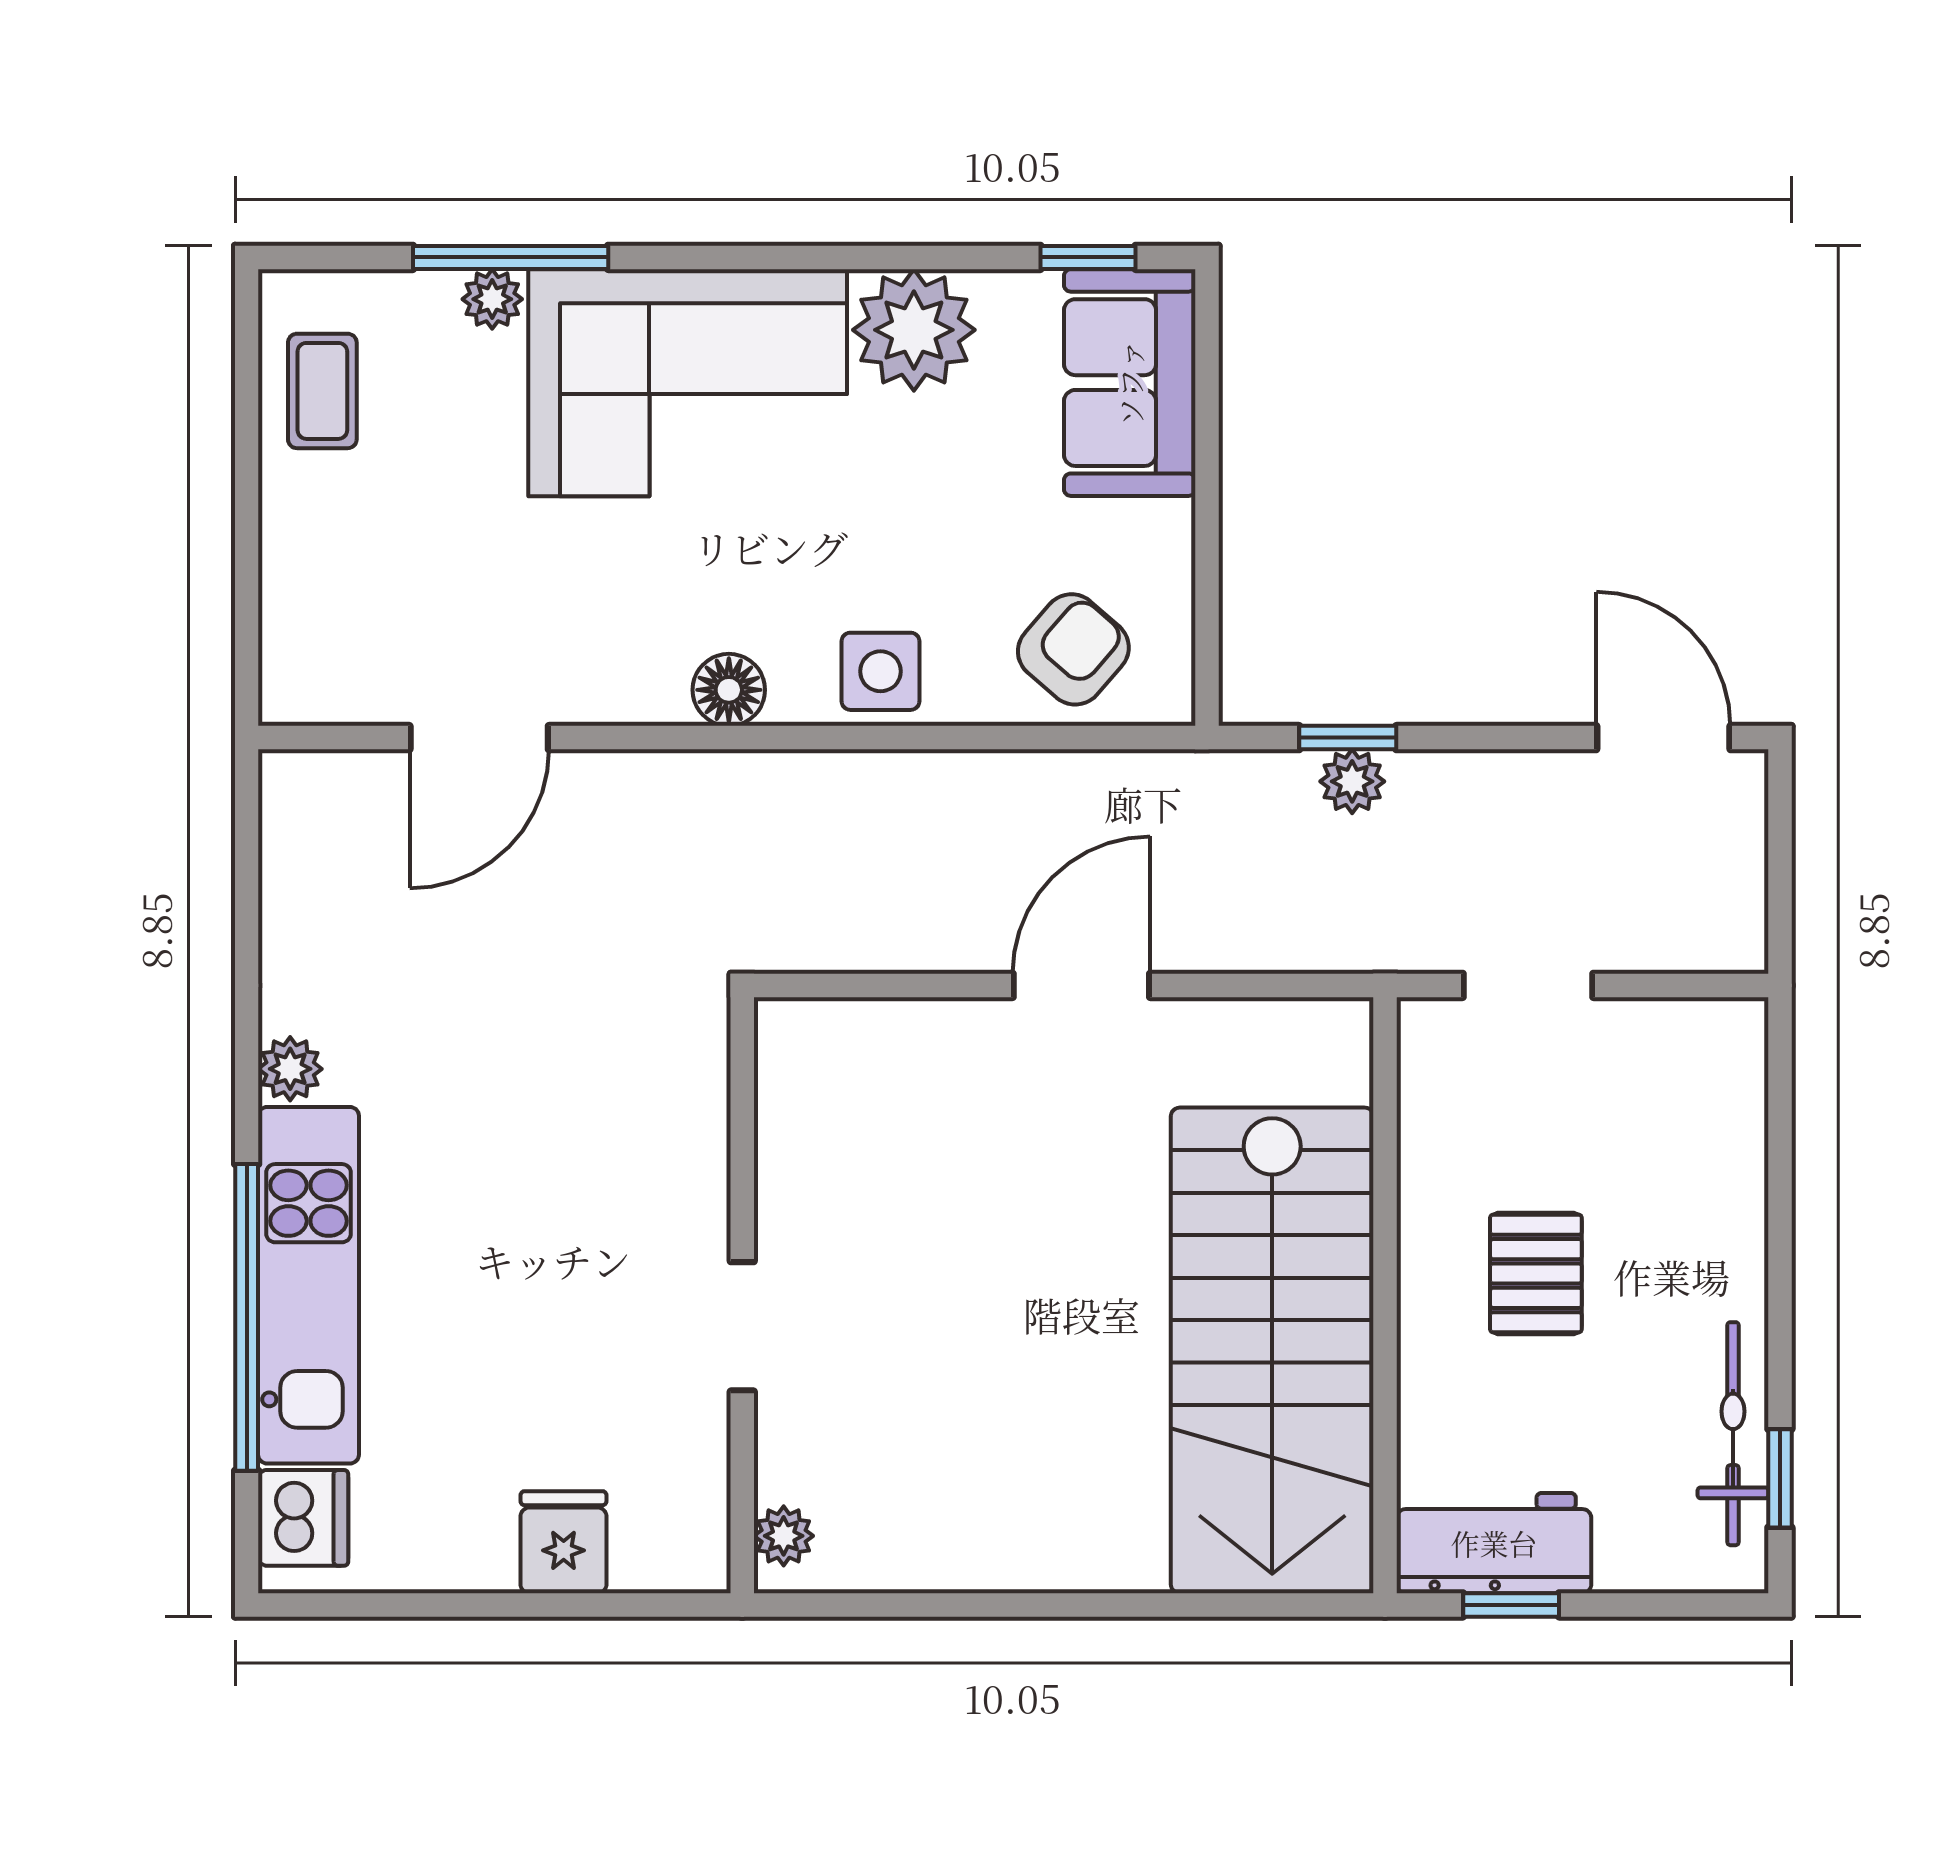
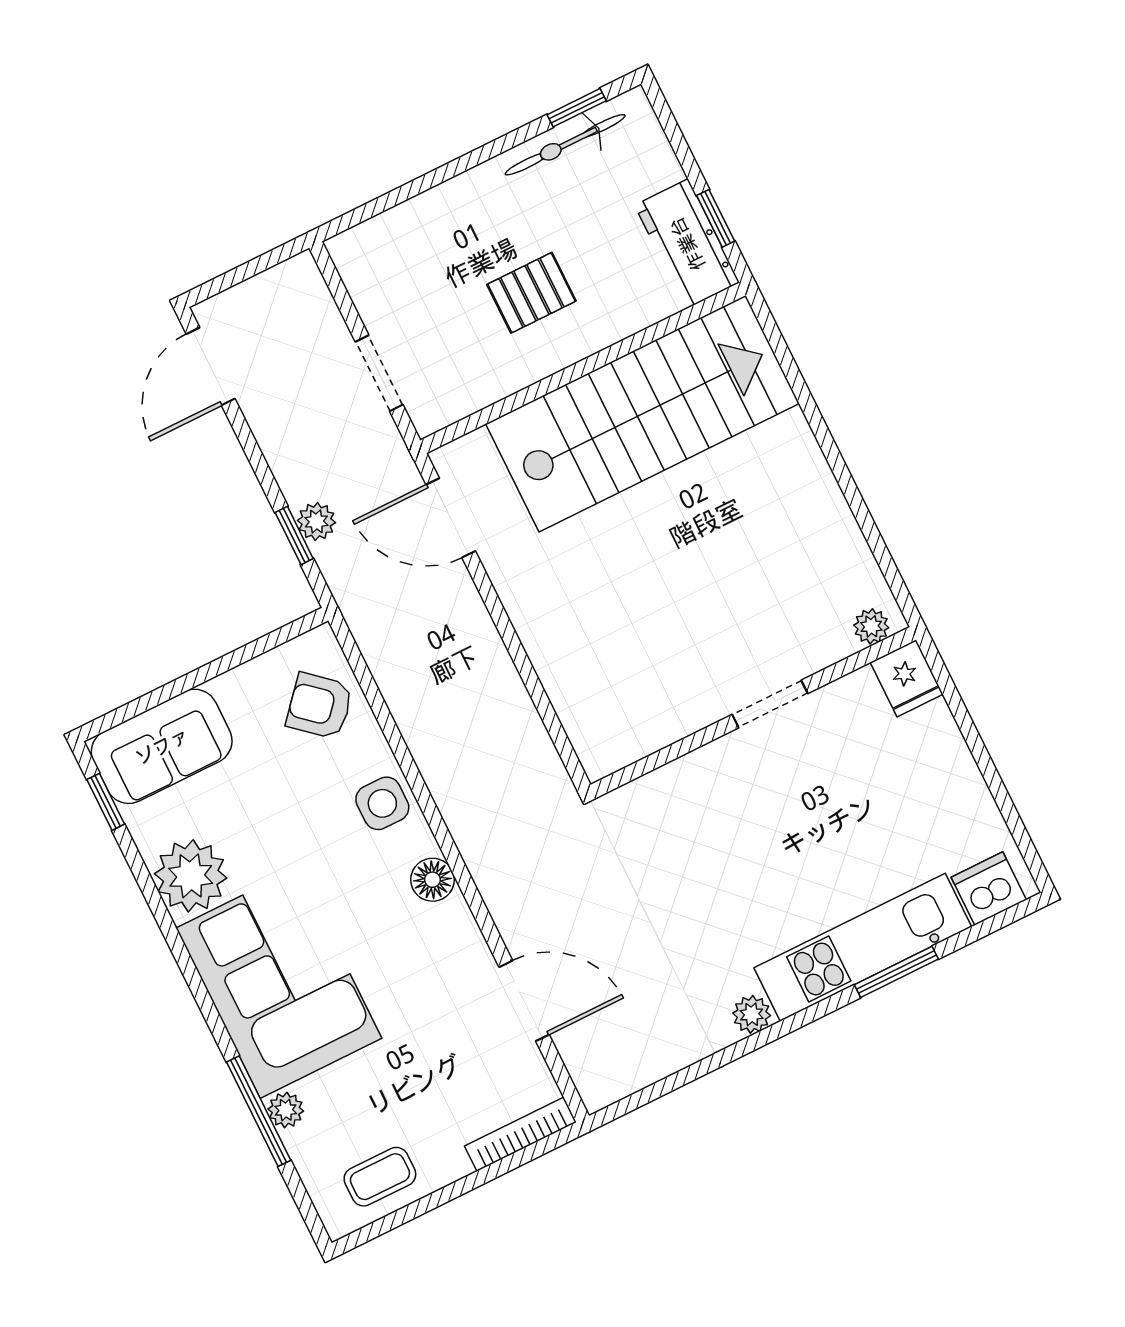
bookcase: (282, 633) -> (520, 1134), added
door: (1081, 985) -> (451, 518), moved
window: (247, 1317) -> (896, 972), width x0.47
fridge: (564, 1542) -> (907, 678), moved, turned -90

